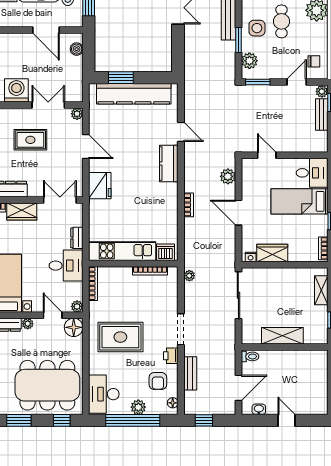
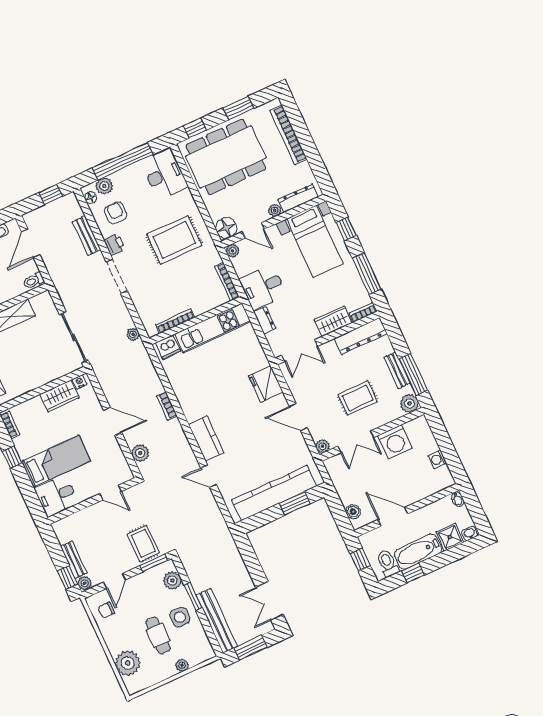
rug: (259, 102) -> (143, 543), added
plant: (138, 407) -> (104, 186), moved

